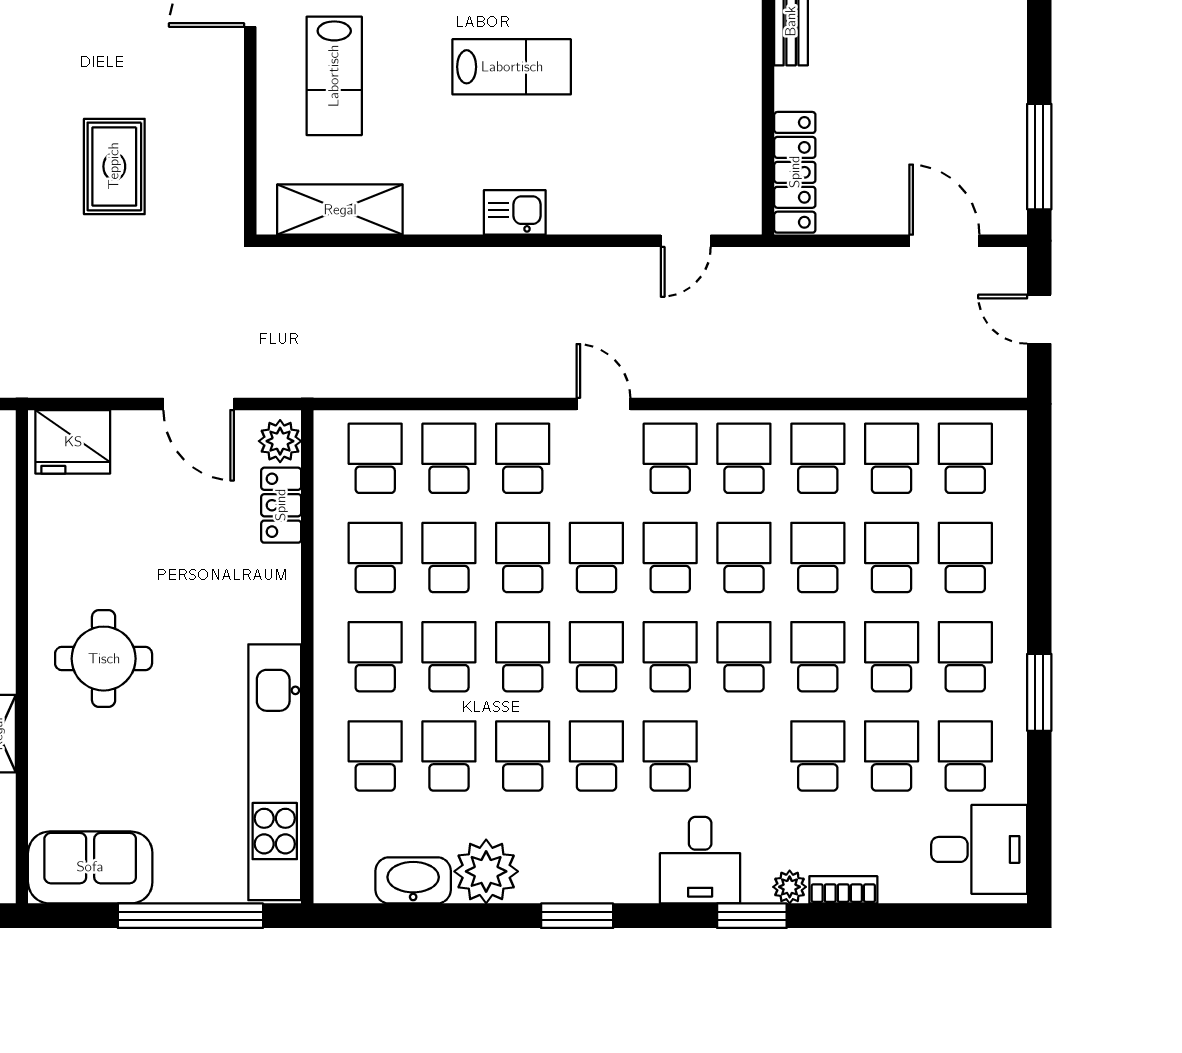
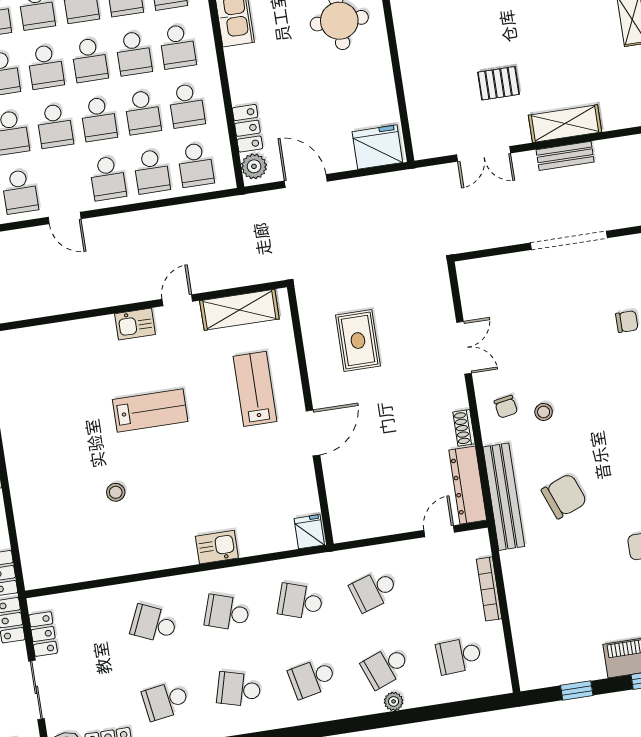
lab bench: (512, 67) -> (150, 411), turned 180
rug: (114, 166) -> (358, 341), moved
door: (686, 241) -> (177, 300), moved

